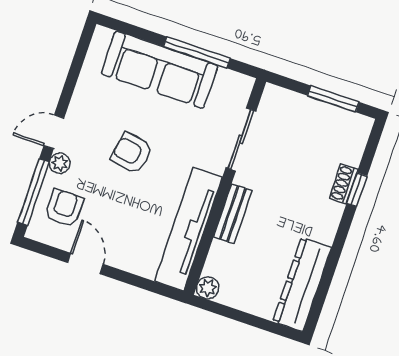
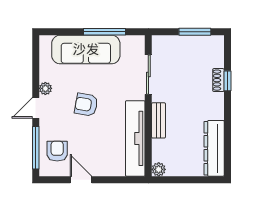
plant: (60, 163) -> (45, 88), moved

